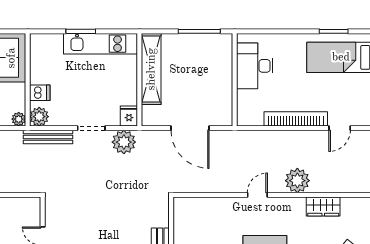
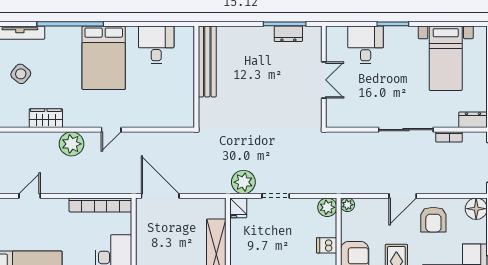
dishwasher: (40, 93) -> (327, 245), moved
bookcase: (296, 119) -> (100, 205), moved
door: (190, 128) -> (160, 196), moved
bench: (48, 137) -> (319, 187), removed

